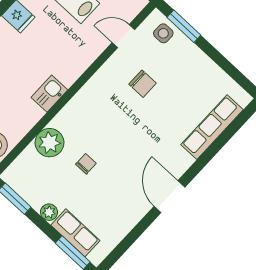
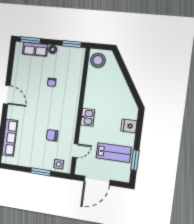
window: (184, 26) -> (41, 172), moved
kitchen sink: (49, 94) -> (88, 117), moved
plant: (50, 143) -> (74, 80), removed

